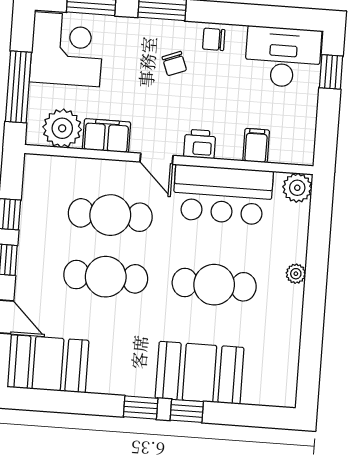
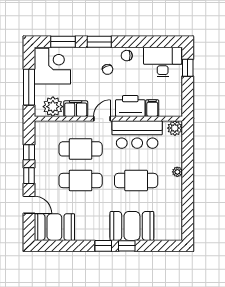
printer: (200, 144) -> (130, 106), width x1.87, depth x1.48
door: (156, 159) -> (102, 119), swing flipped

